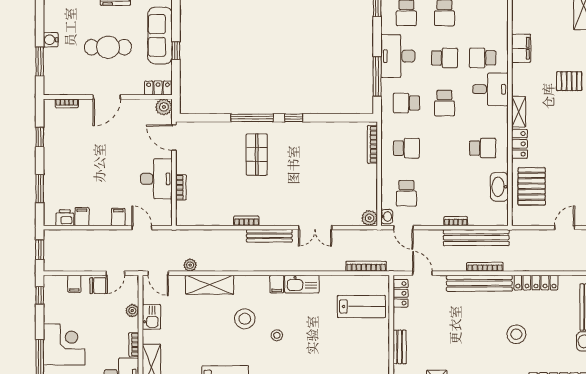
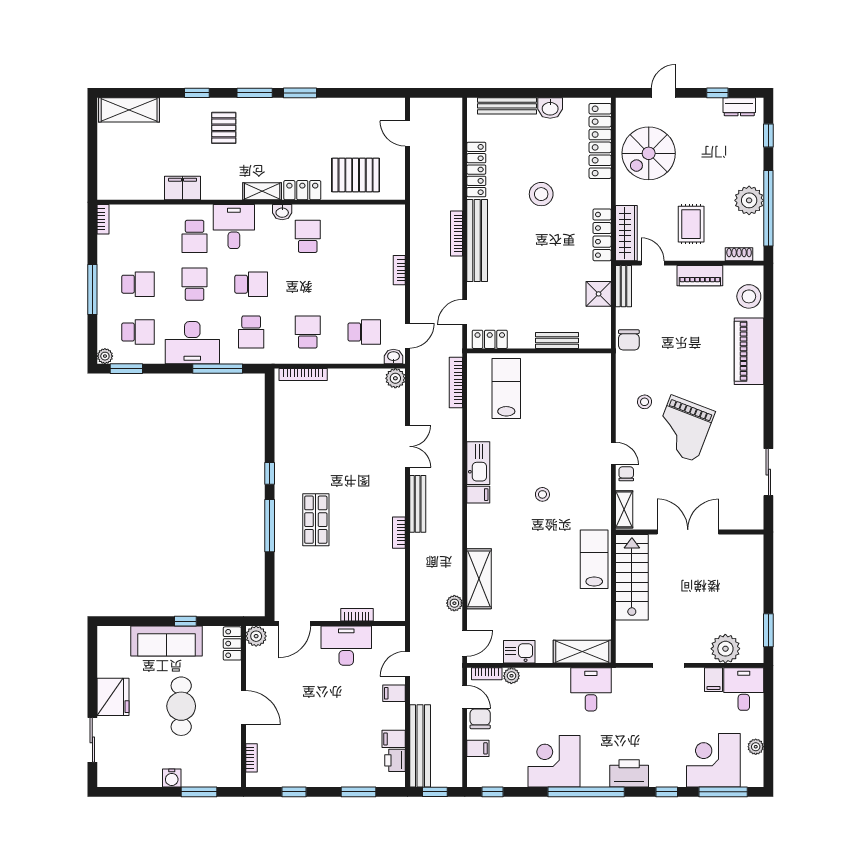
shop shelf: (257, 155) -> (316, 520), turned 90
washbasin: (499, 187) -> (282, 212), moved, width x0.52, depth x0.69
bench: (476, 238) -> (420, 746), moved
stool: (245, 319) -> (522, 535), removed
bookcase: (134, 345) -> (487, 674), moved

